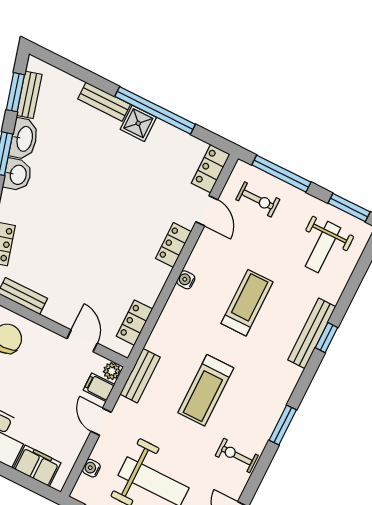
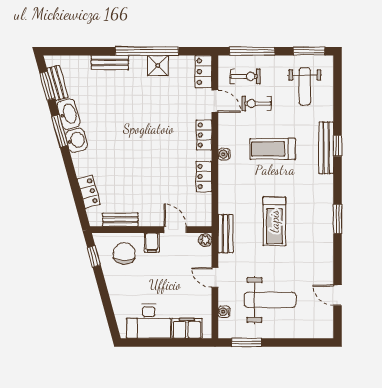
shower: (138, 123) -> (158, 65), moved
treadmill: (247, 303) -> (273, 149), turned -90
locker: (134, 323) -> (204, 176), moved
filing cabinet: (99, 387) -> (152, 243), moved, turned -90
exercise bike: (237, 456) -> (257, 103), moved

